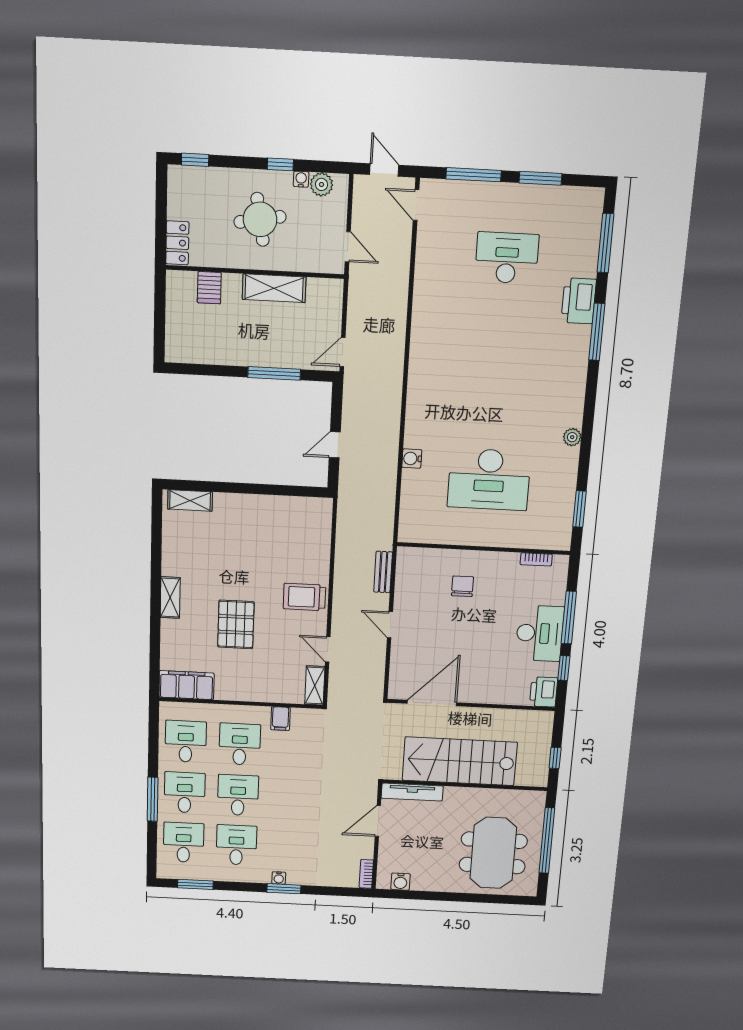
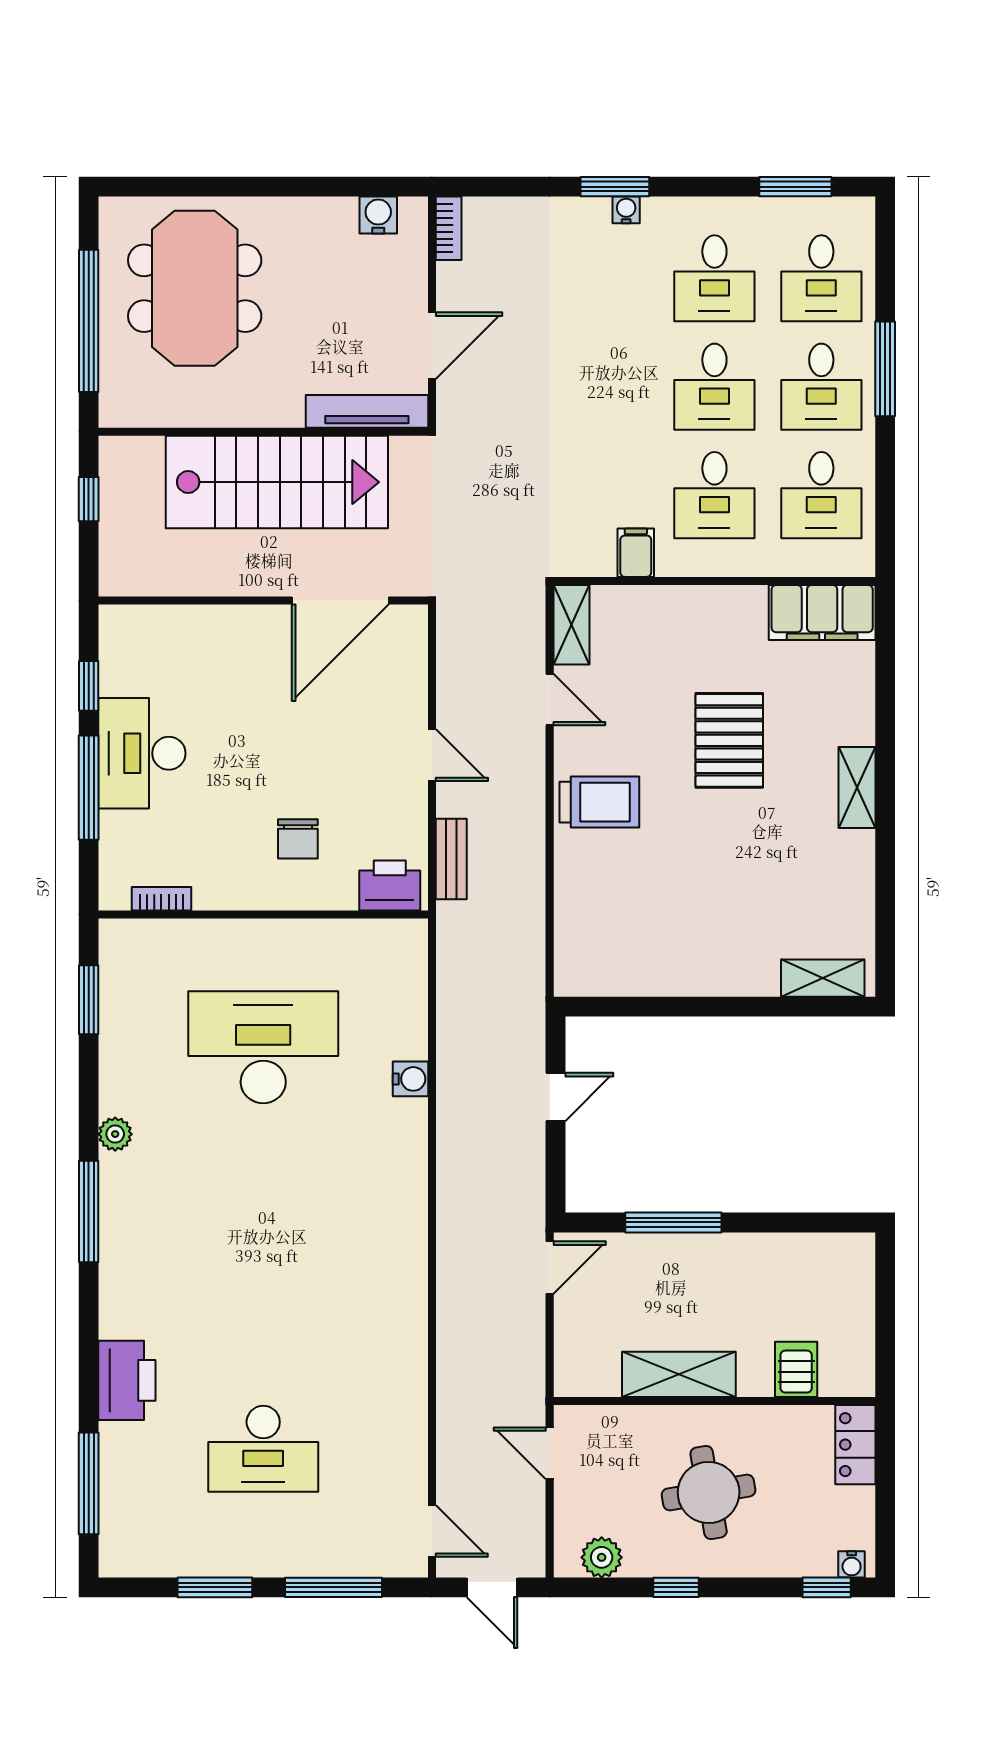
water cooler: (301, 179) -> (852, 1564), moved
window: (597, 332) -> (89, 1211), moved
printer: (544, 692) -> (390, 885), moved, turned -90

